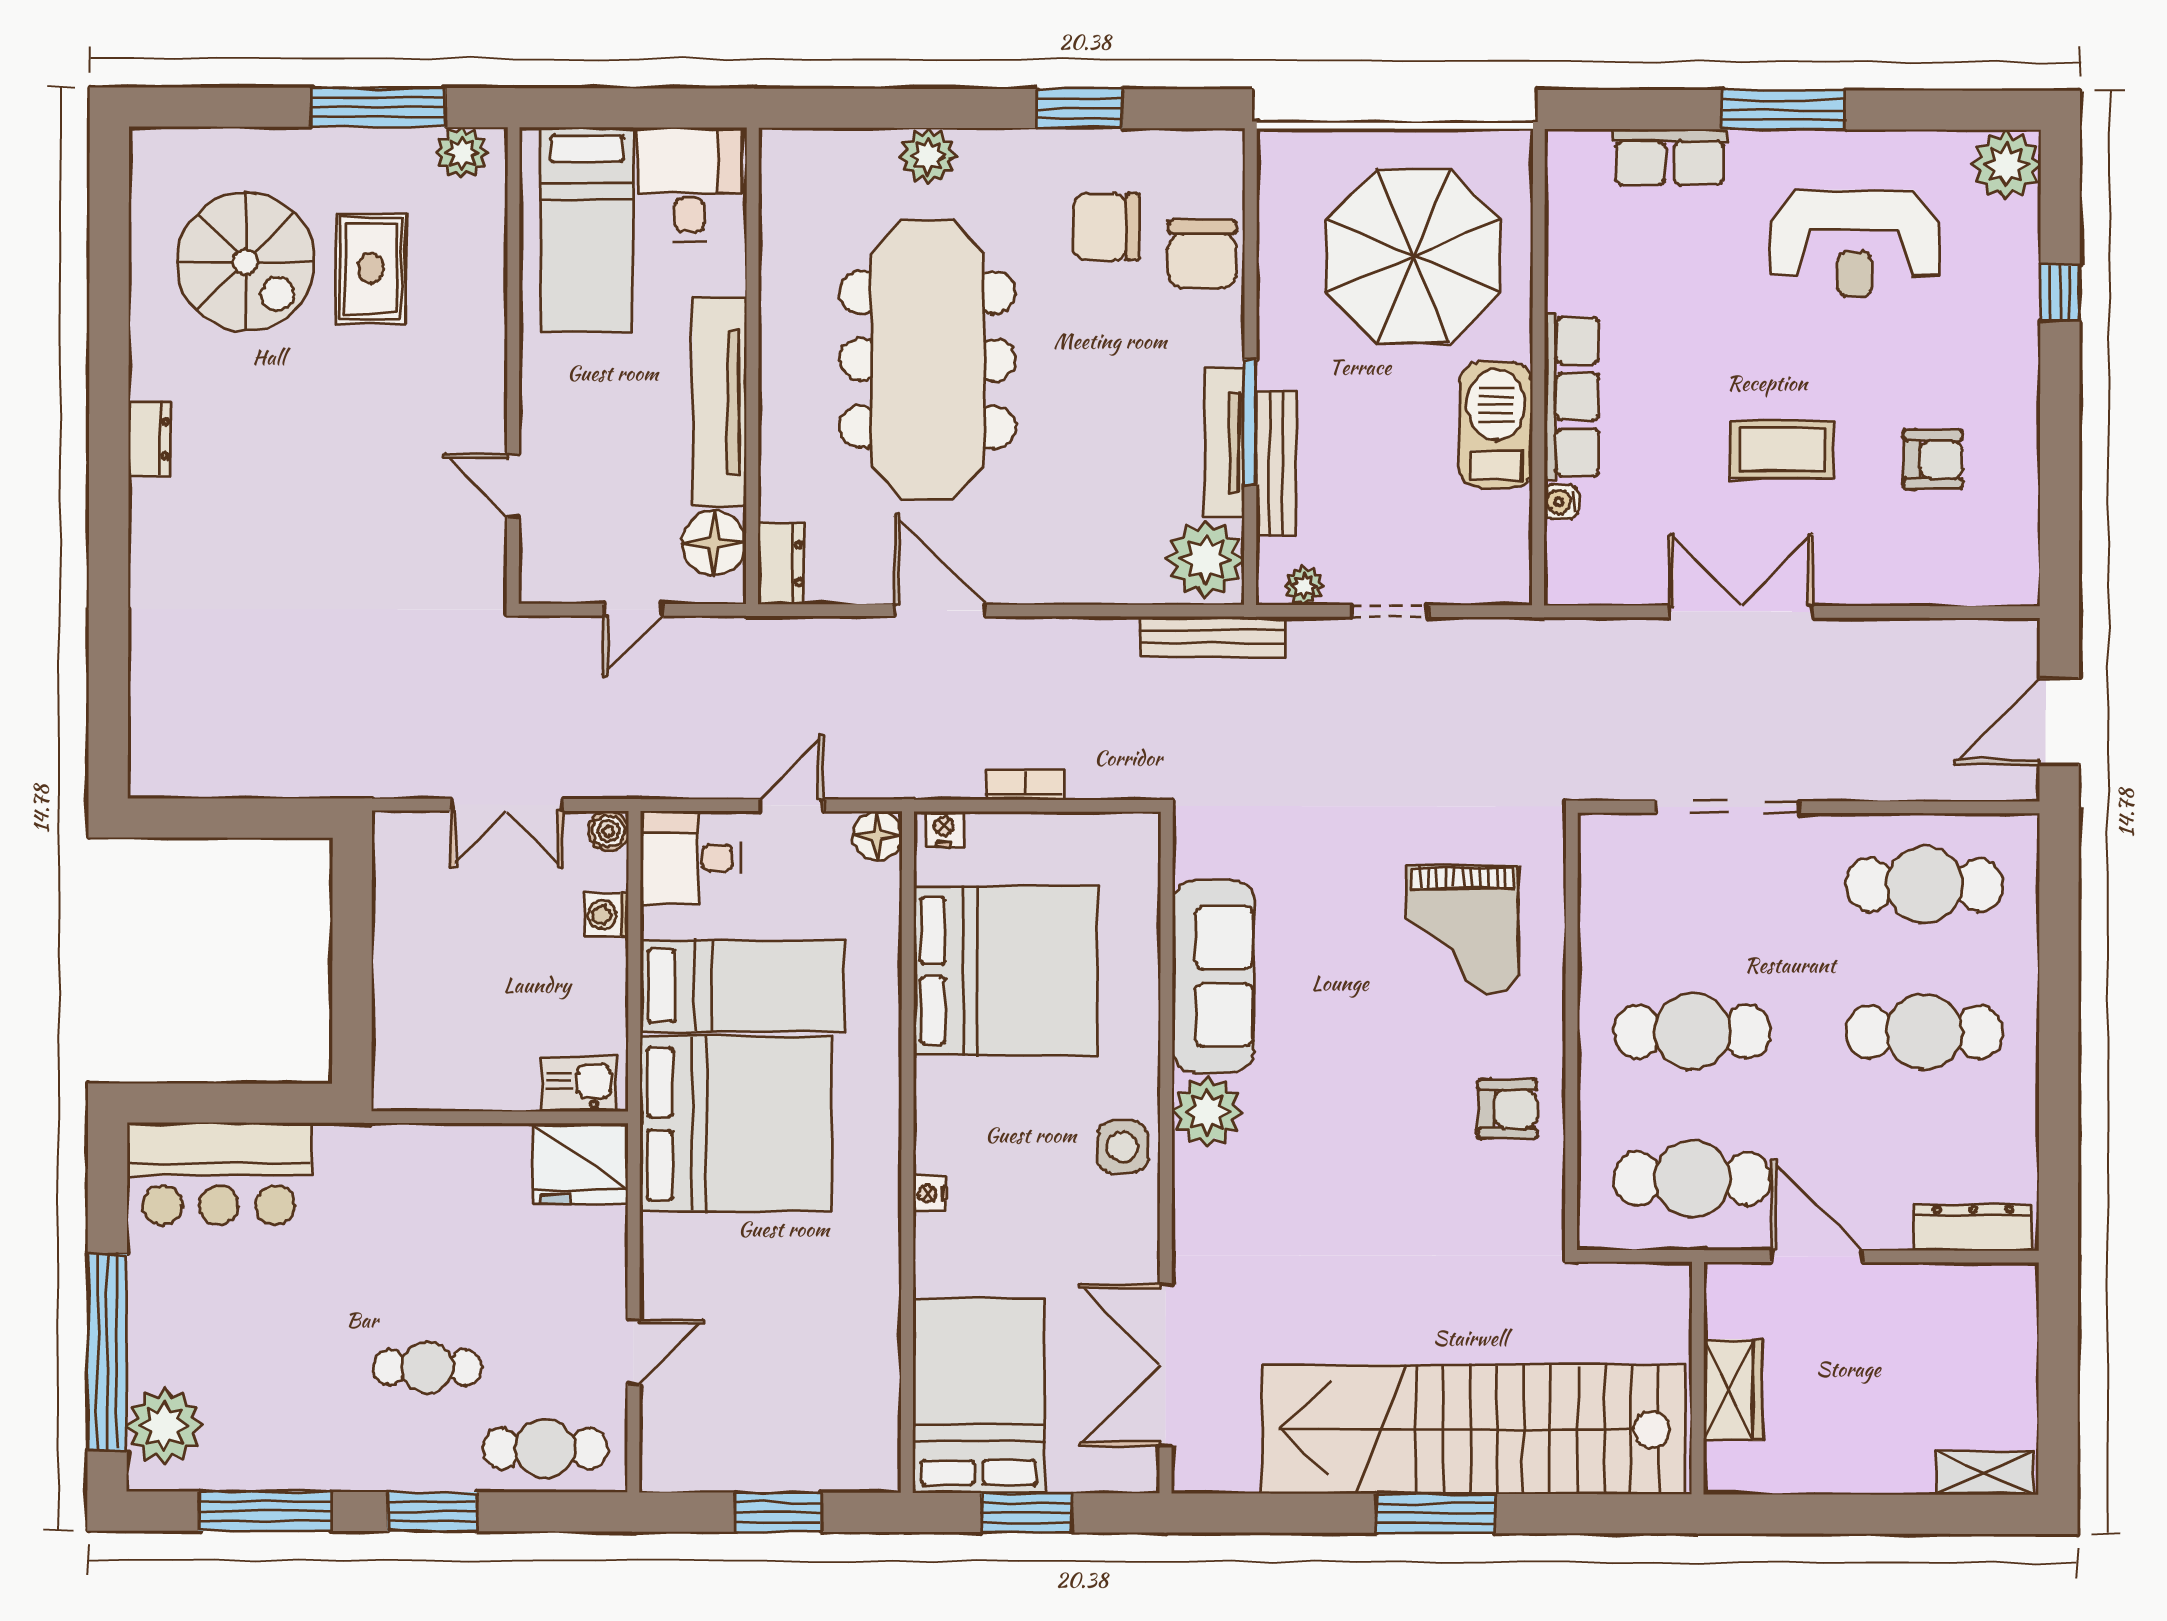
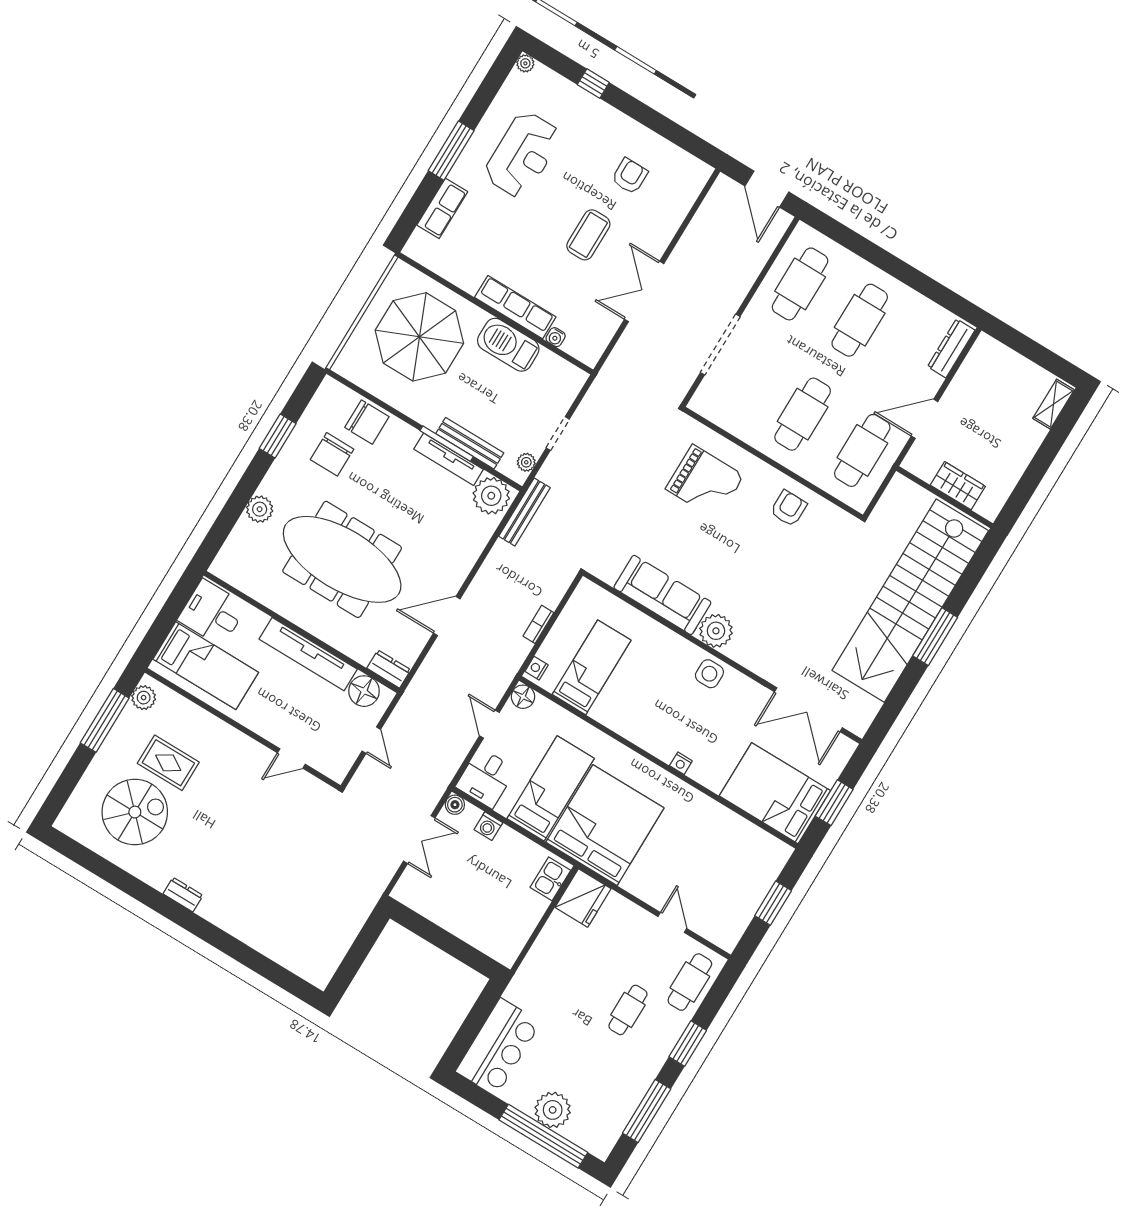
plant: (2006, 165) -> (525, 63), width x0.53, depth x0.53
bed: (1005, 971) -> (592, 667), width x0.49
plant: (165, 1426) -> (553, 1110), moved

